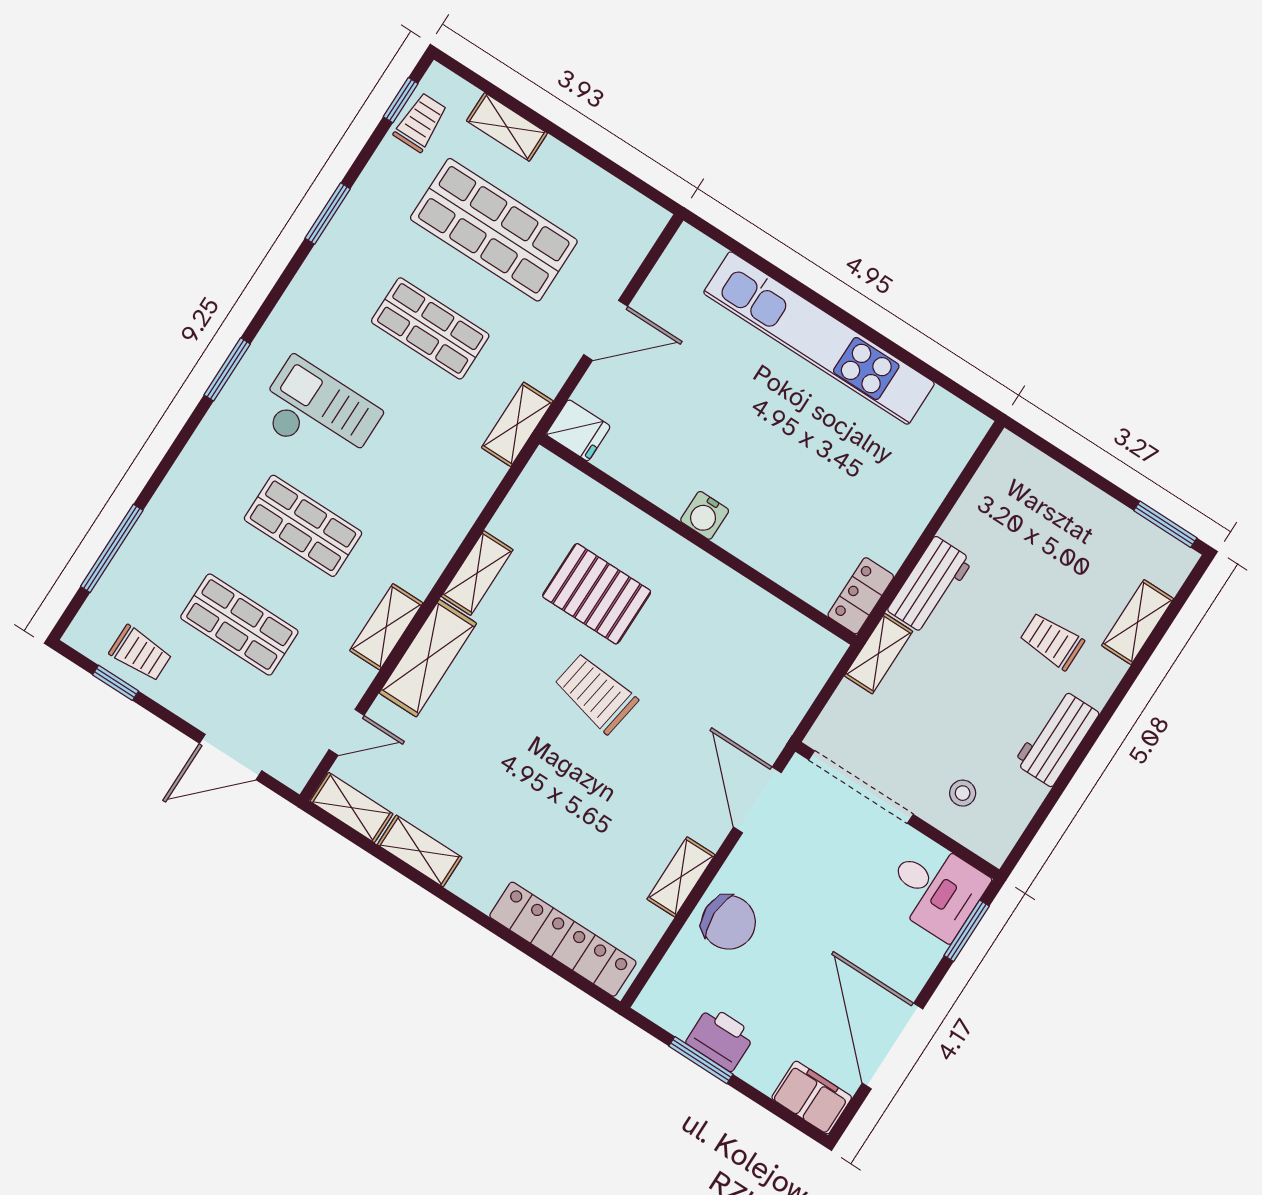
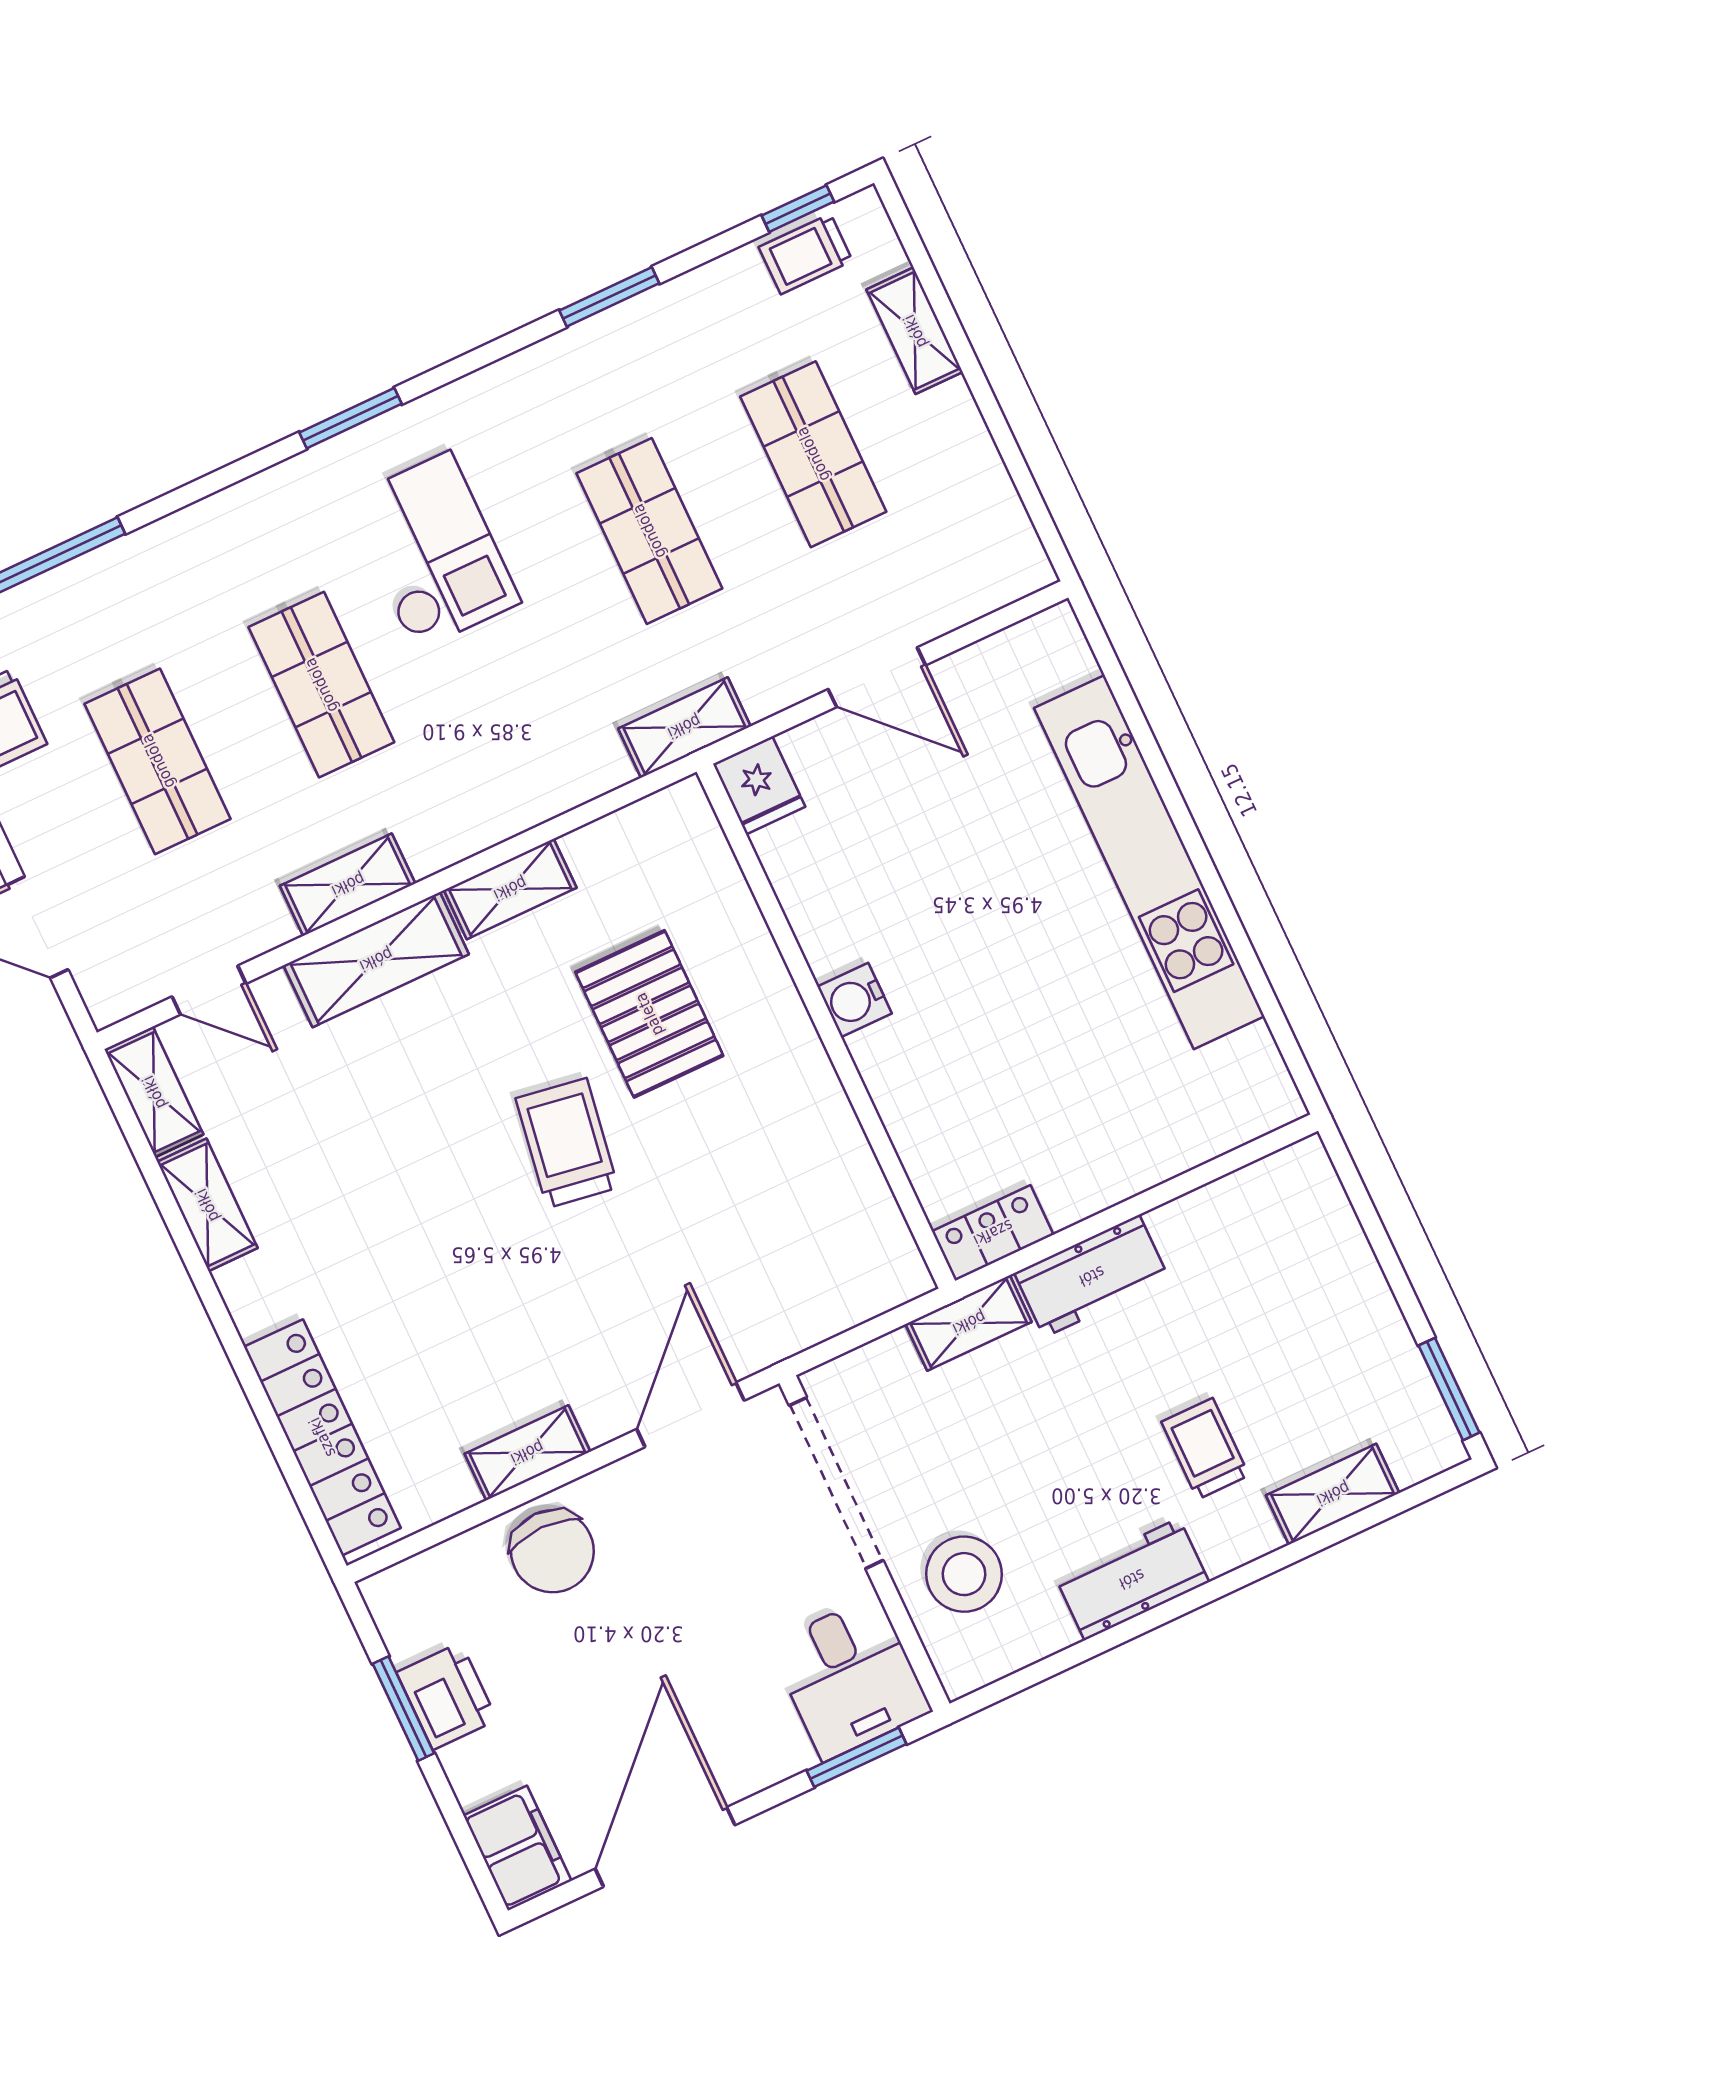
trolley: (421, 122) -> (806, 254), turned 180
shop shelf: (494, 230) -> (813, 454), width x0.70, depth x0.74
stool: (963, 793) -> (964, 1574), width x1.89, depth x1.89

